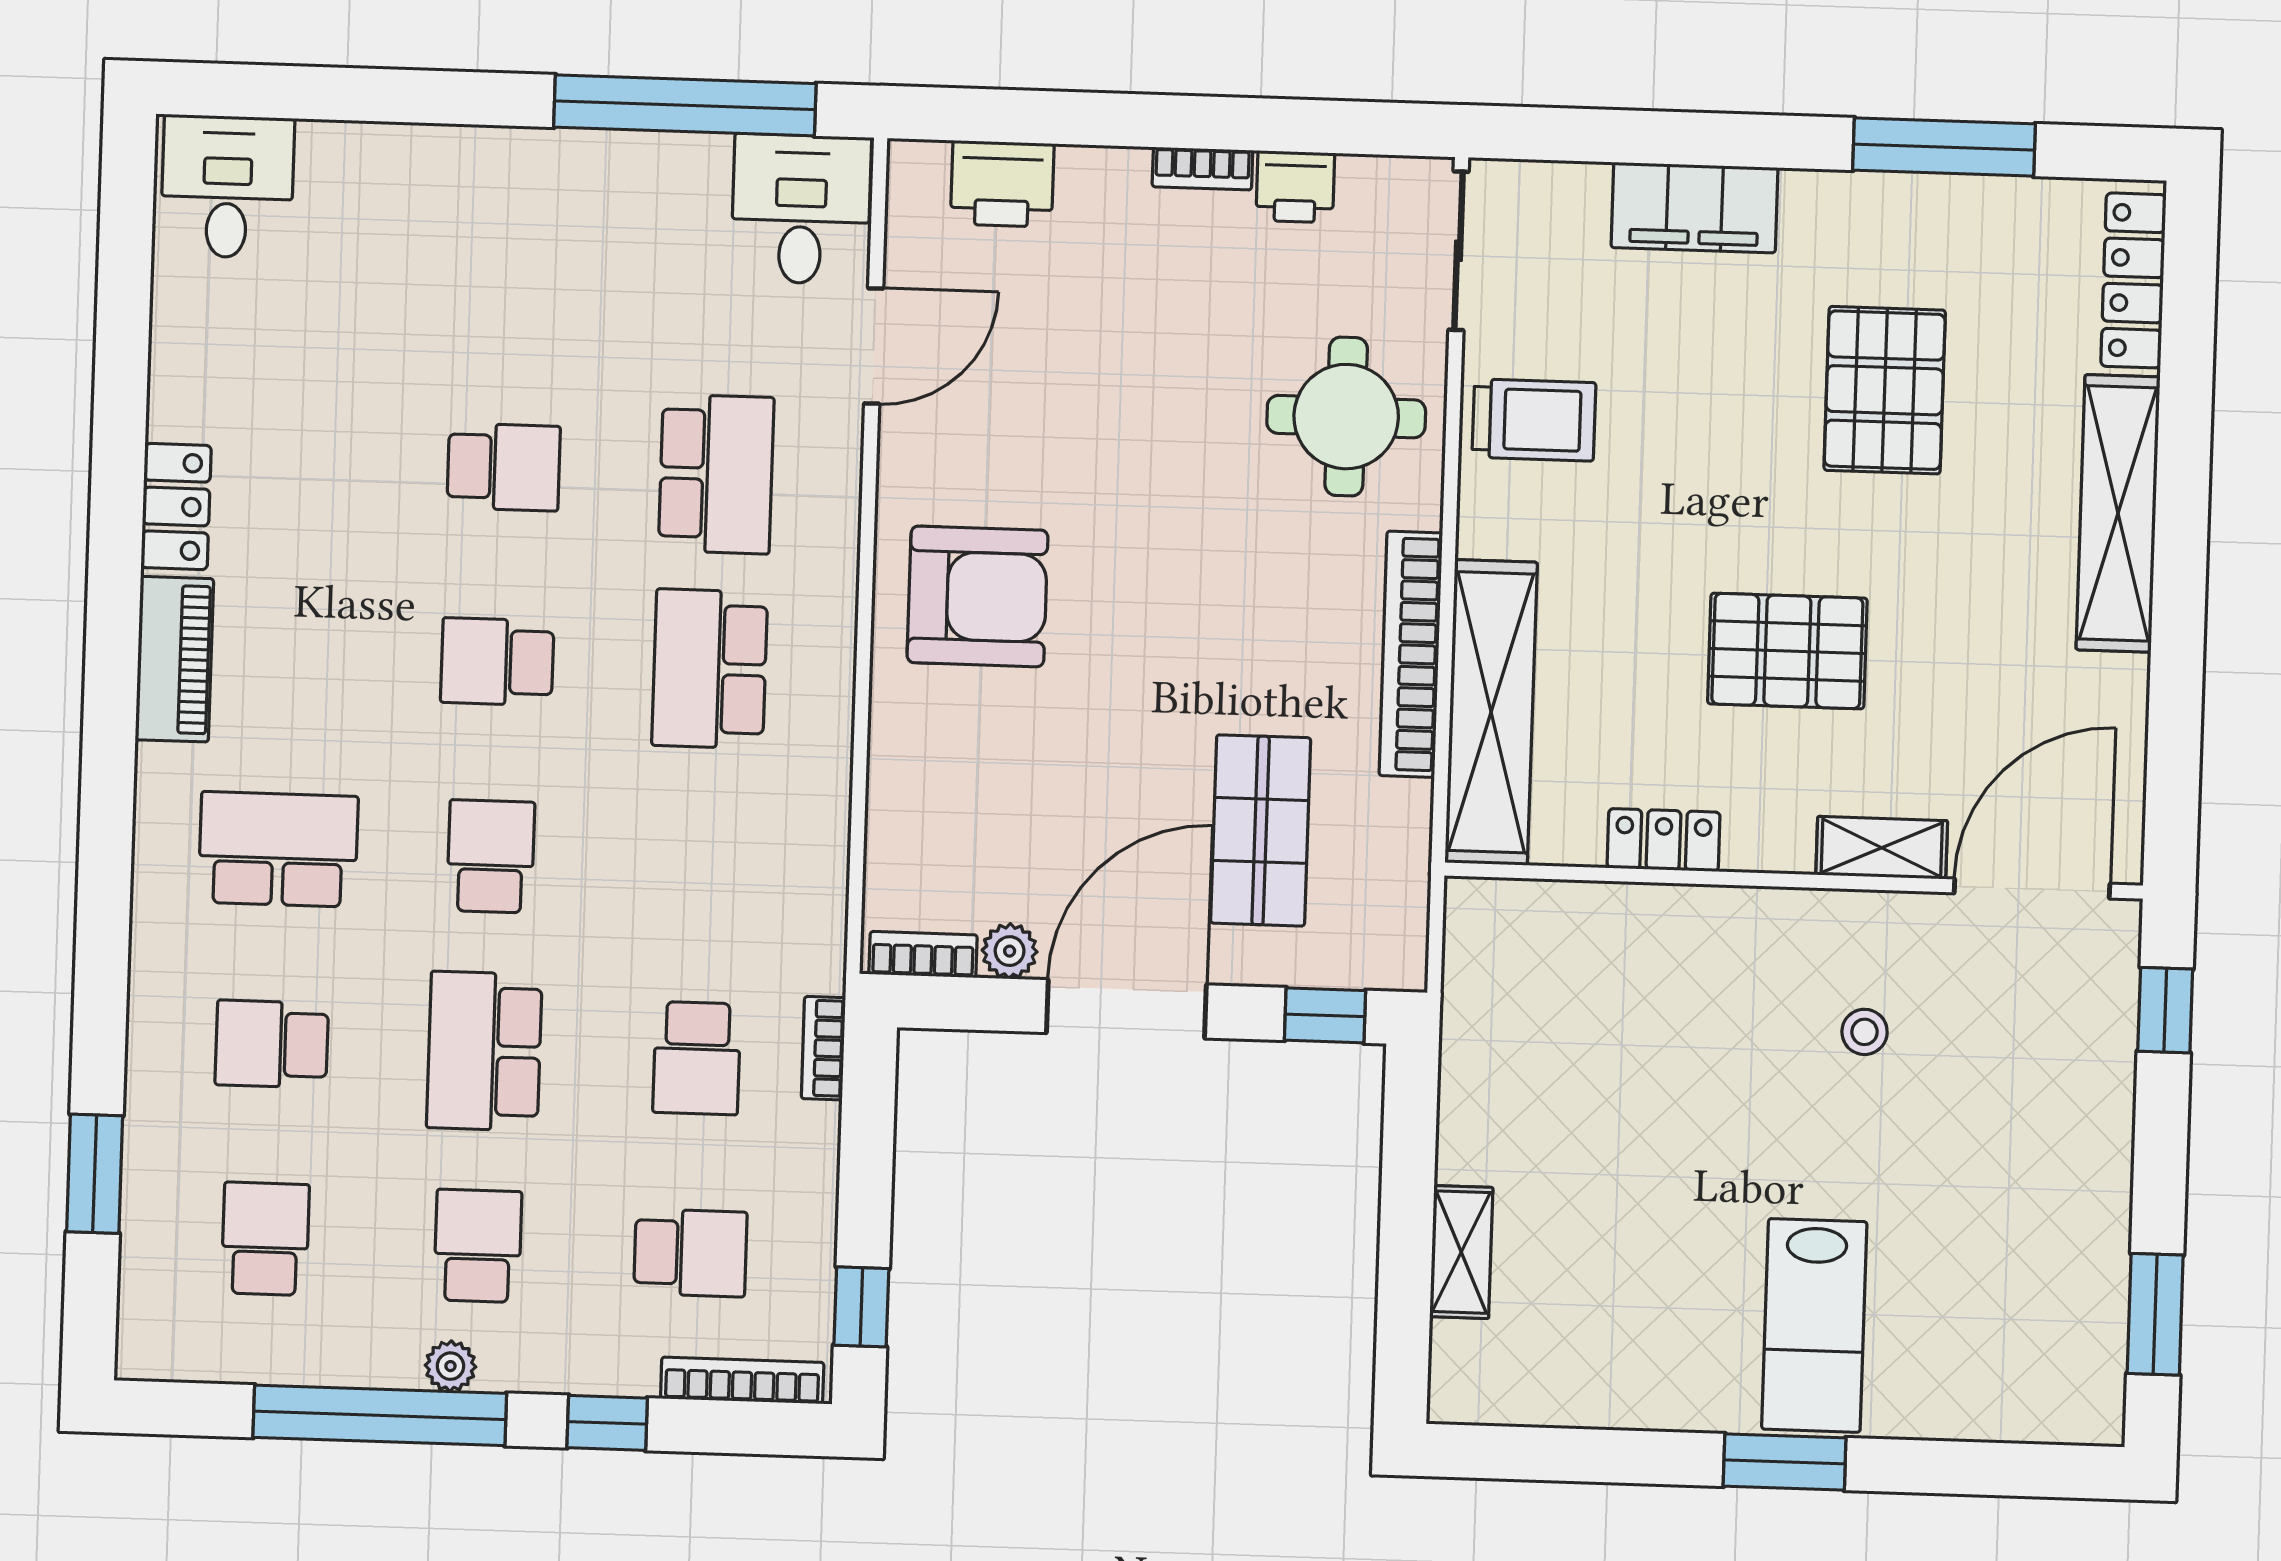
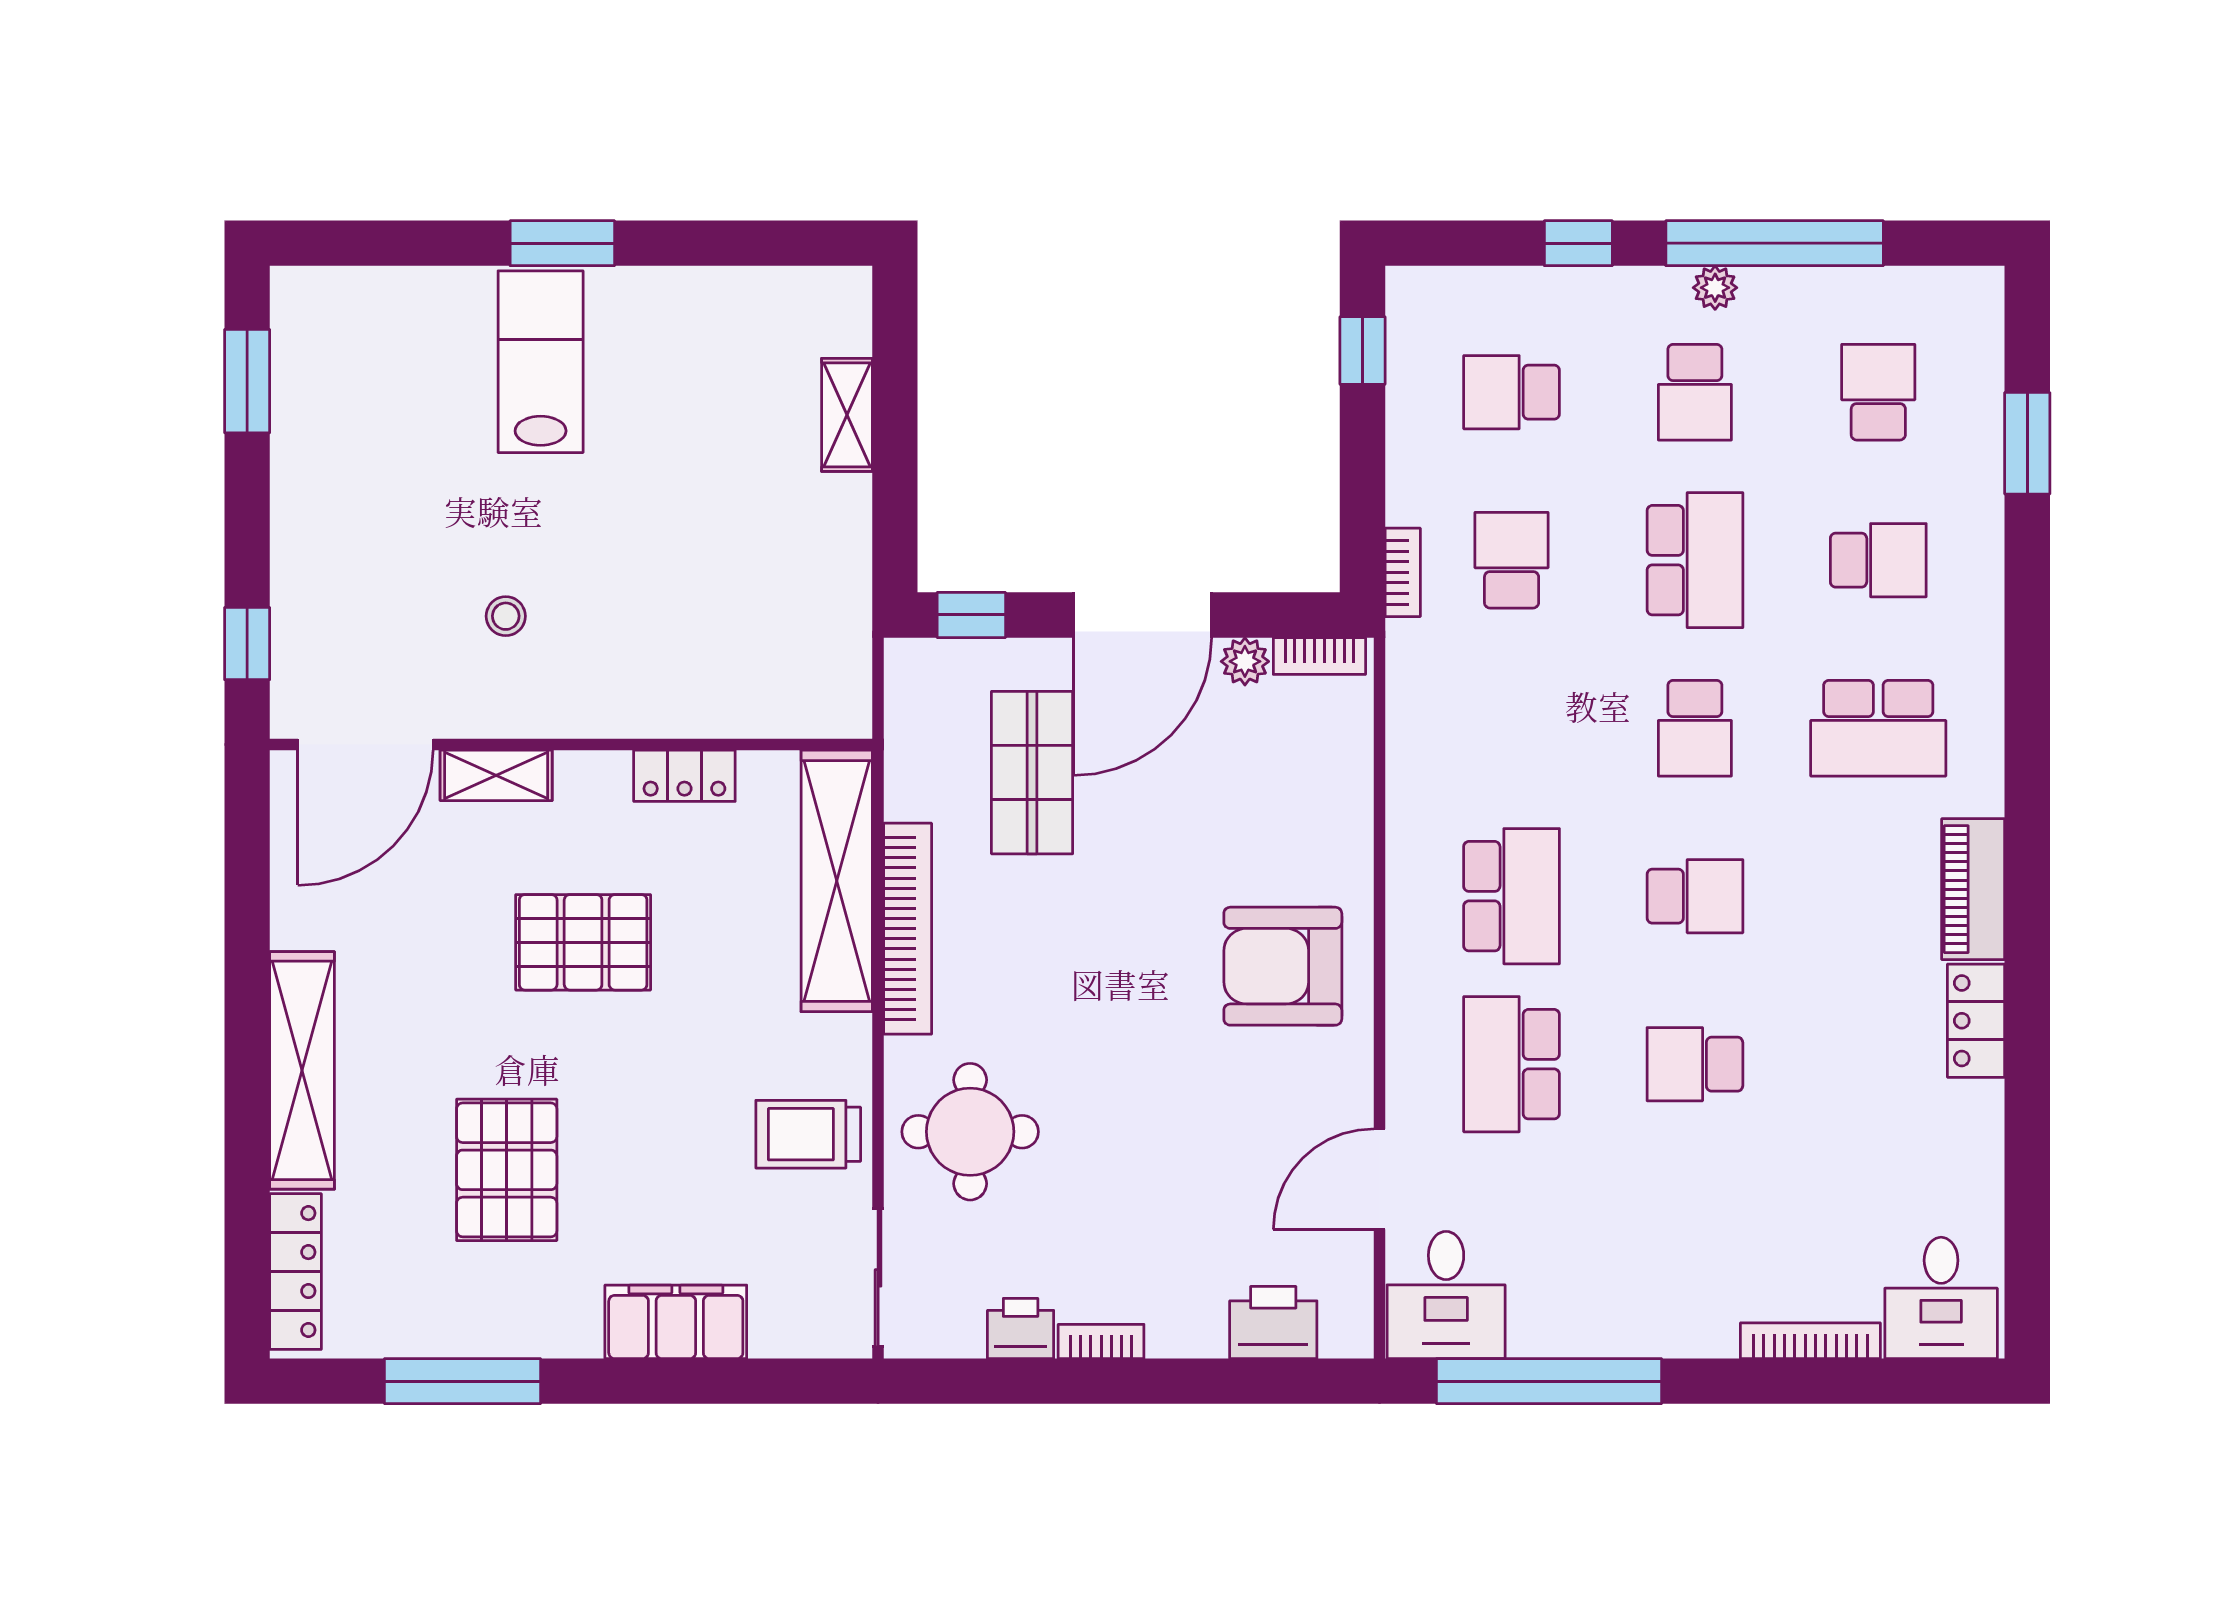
school desk: (265, 1239) -> (1878, 392), turned 180
bookcase: (742, 1380) -> (1810, 1341), moved, turned 180

